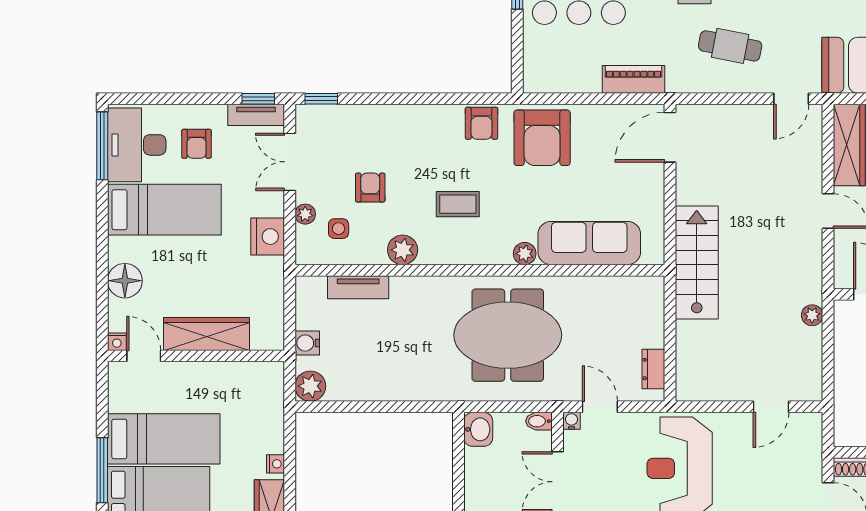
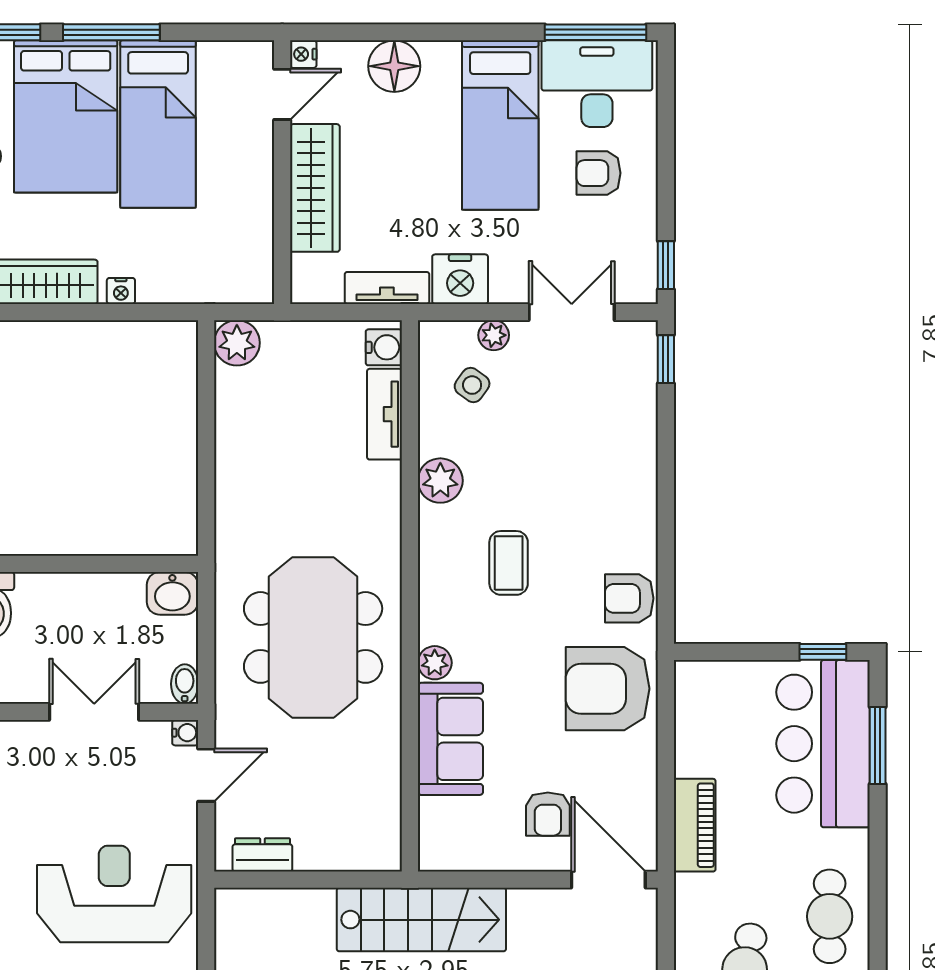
tv unit: (256, 115) -> (387, 288), moved, turned 90
armchair: (370, 188) -> (548, 814), moved, turned 90
side table: (339, 229) -> (472, 385), turned 36
sofa: (589, 243) -> (450, 739), width x0.73
water cooler: (307, 343) -> (384, 347), moved, turned 90

